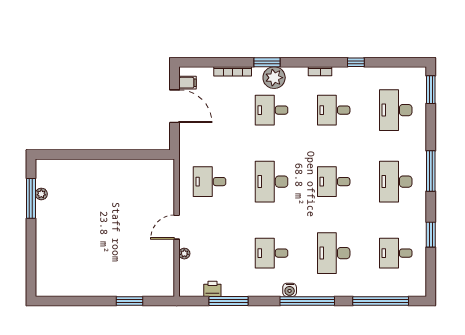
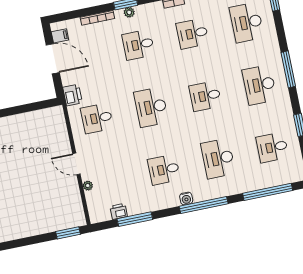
plant: (274, 78) -> (129, 12), width x0.53, depth x0.53
printer: (188, 151) -> (72, 95), added
door: (177, 227) -> (76, 164), hinge flipped
window: (129, 301) -> (68, 233), moved

